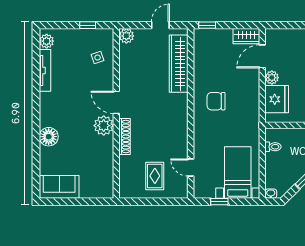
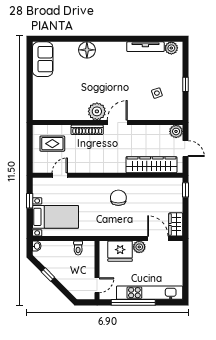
plant: (126, 36) -> (176, 131), moved
door: (116, 102) -> (117, 123), moved
wall: (116, 113) -> (108, 123), moved
plant: (104, 126) -> (97, 111), moved
shoe rack: (125, 137) -> (87, 130), moved

